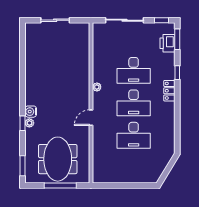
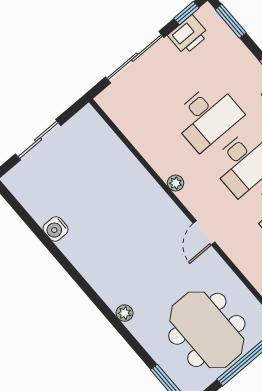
printer: (167, 43) -> (188, 35), moved, turned -90
water cooler: (31, 112) -> (56, 229), moved
window: (22, 123) -> (115, 322), removed

